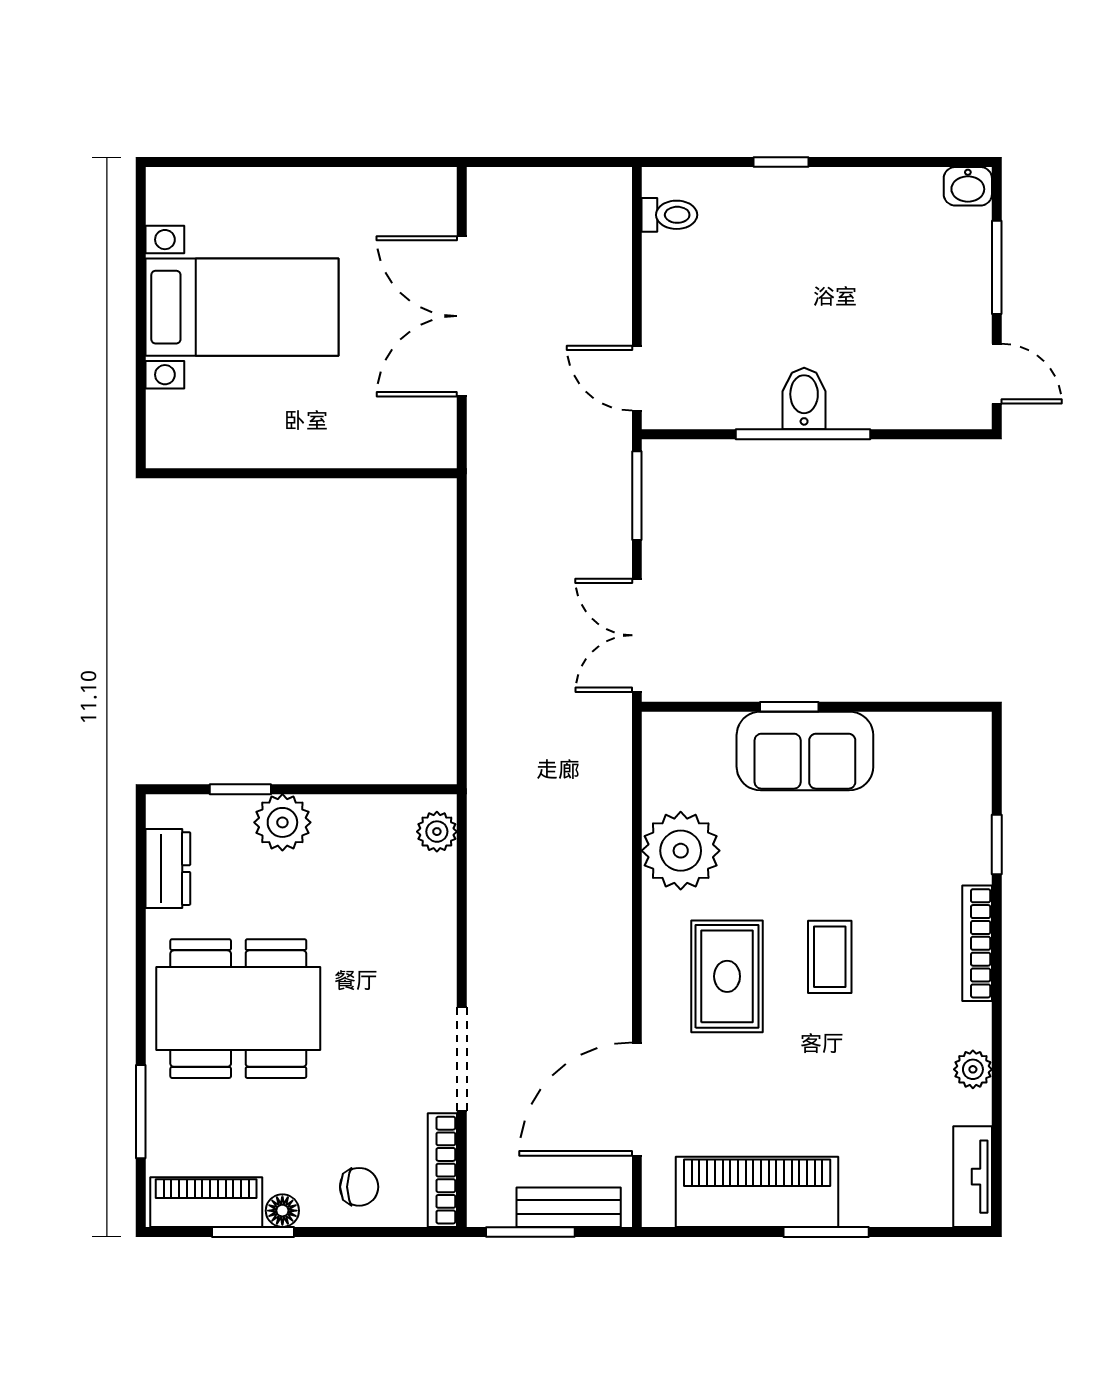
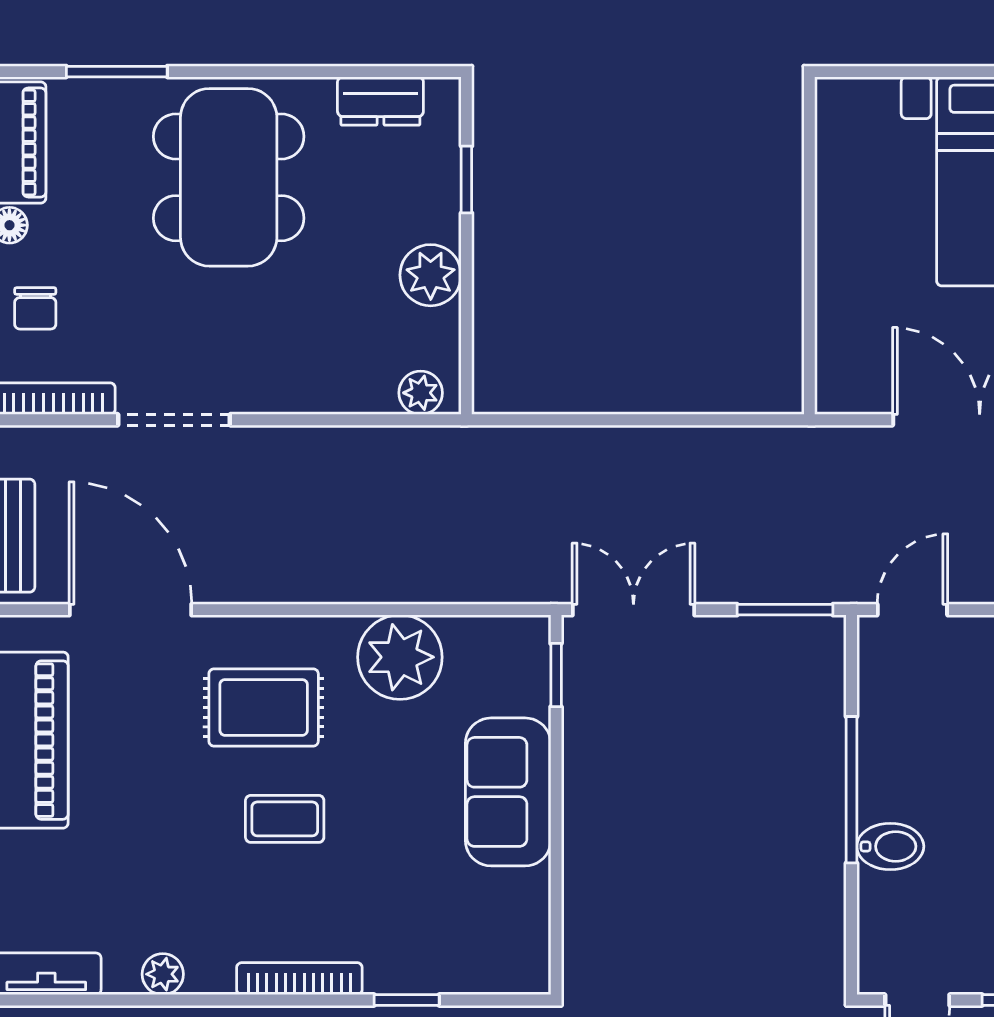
bidet: (804, 399) -> (890, 846), moved
window: (789, 707) -> (556, 675), moved
plant: (282, 822) -> (431, 275), moved

